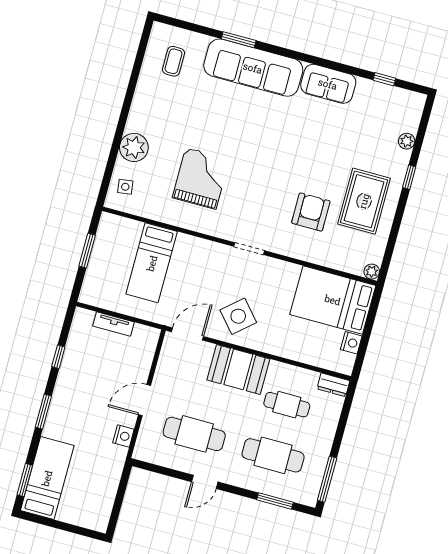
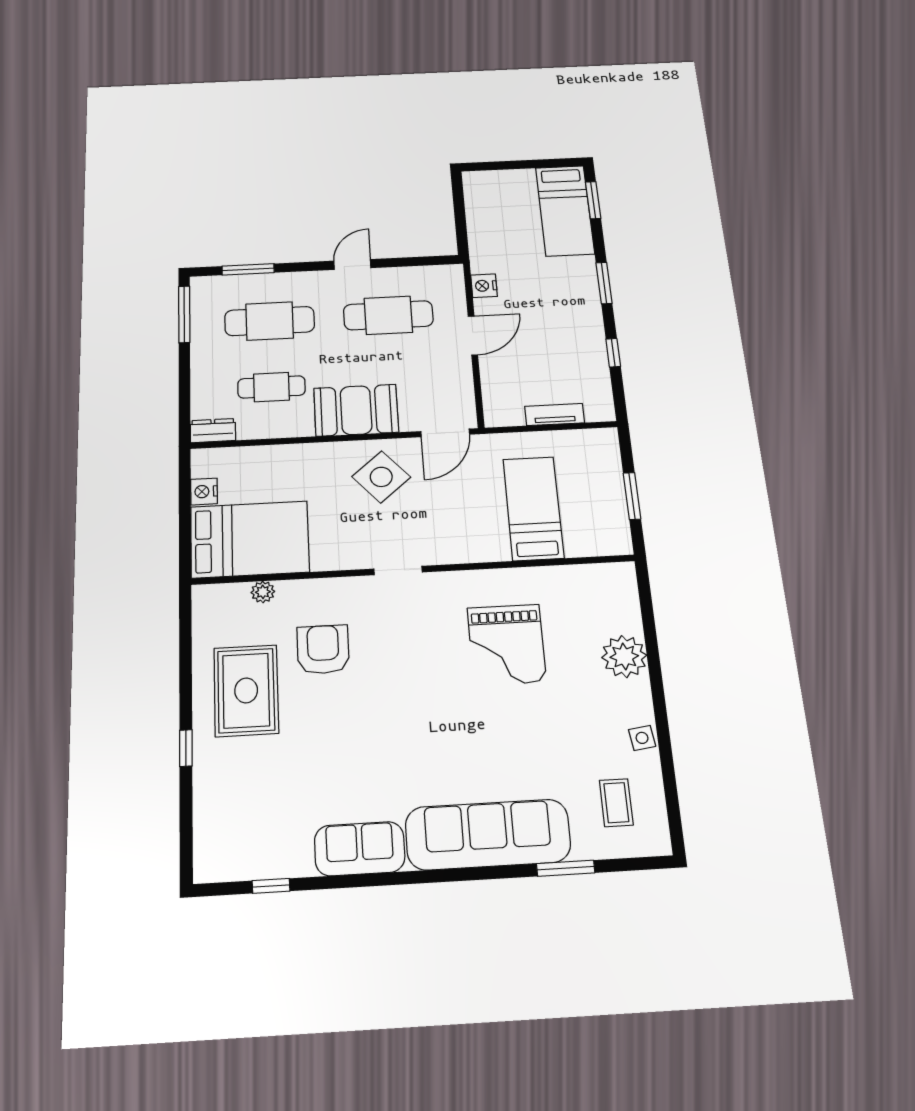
window: (239, 40) -> (566, 868), moved
plant: (407, 141) -> (206, 801), removed
side table: (125, 187) -> (642, 738), moved
armchair: (311, 212) -> (323, 650), turned 180
plant: (372, 272) -> (263, 592), moved

